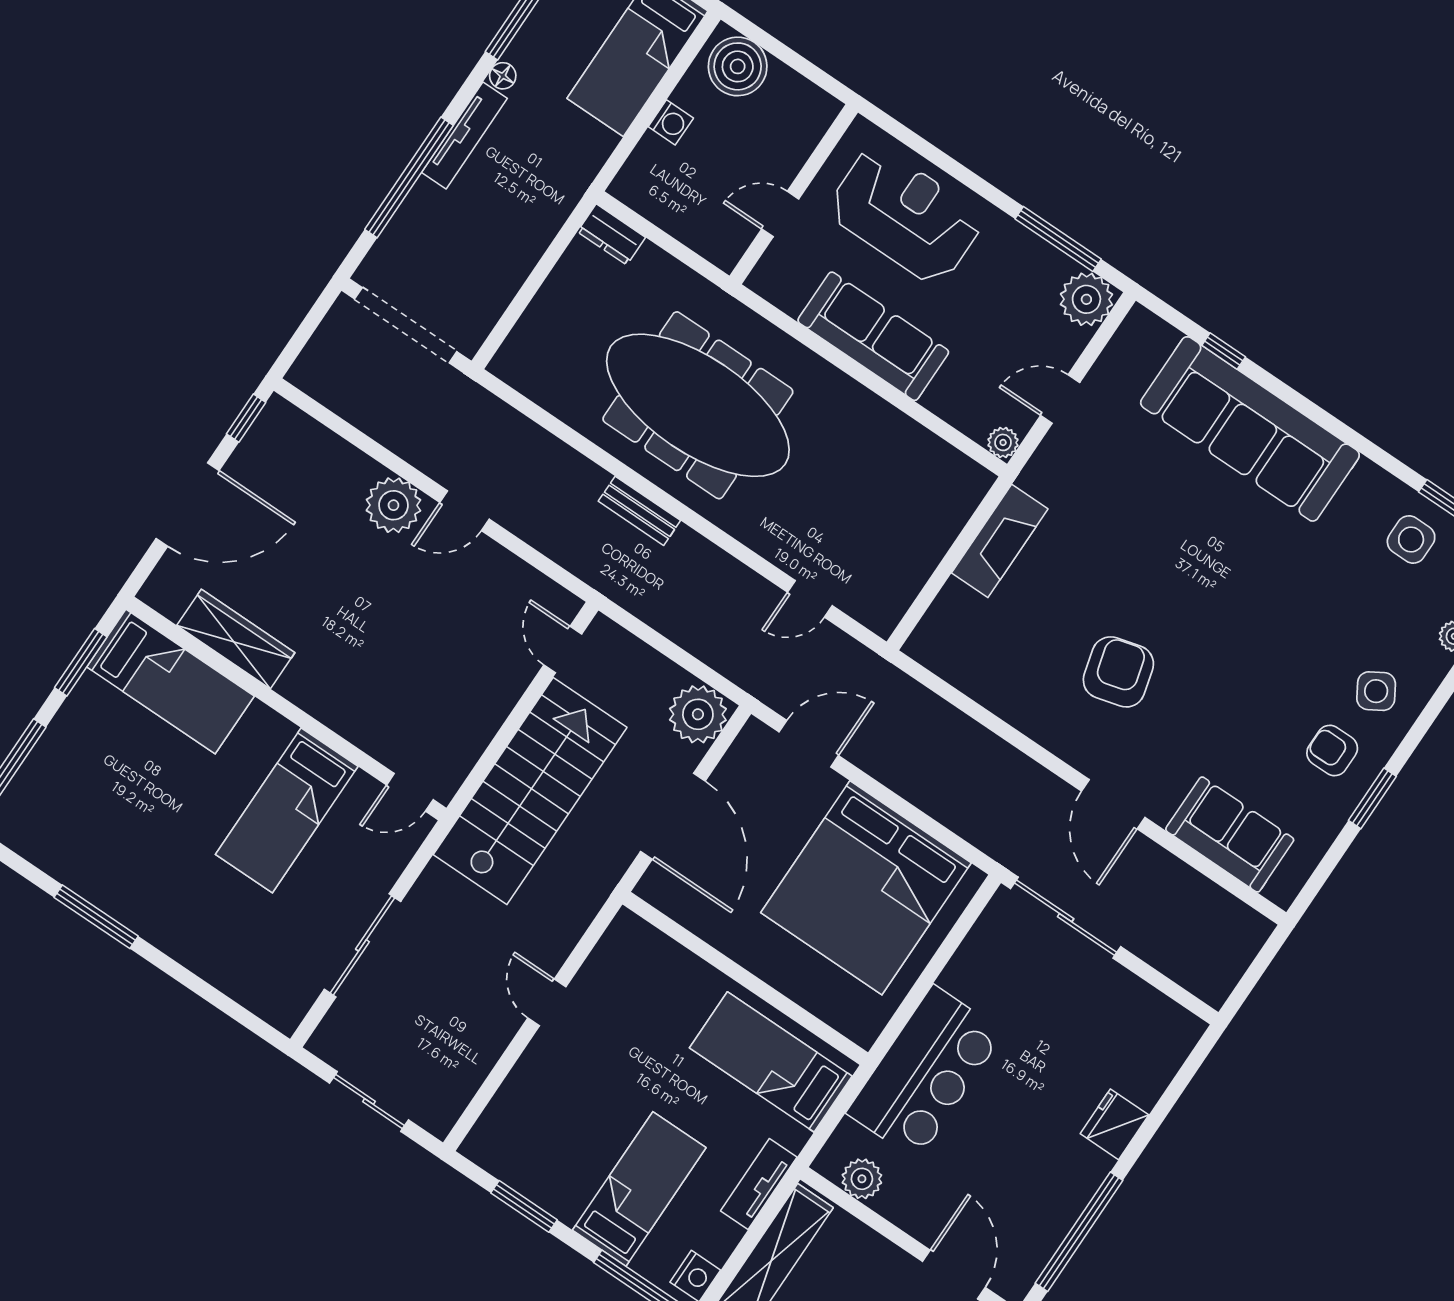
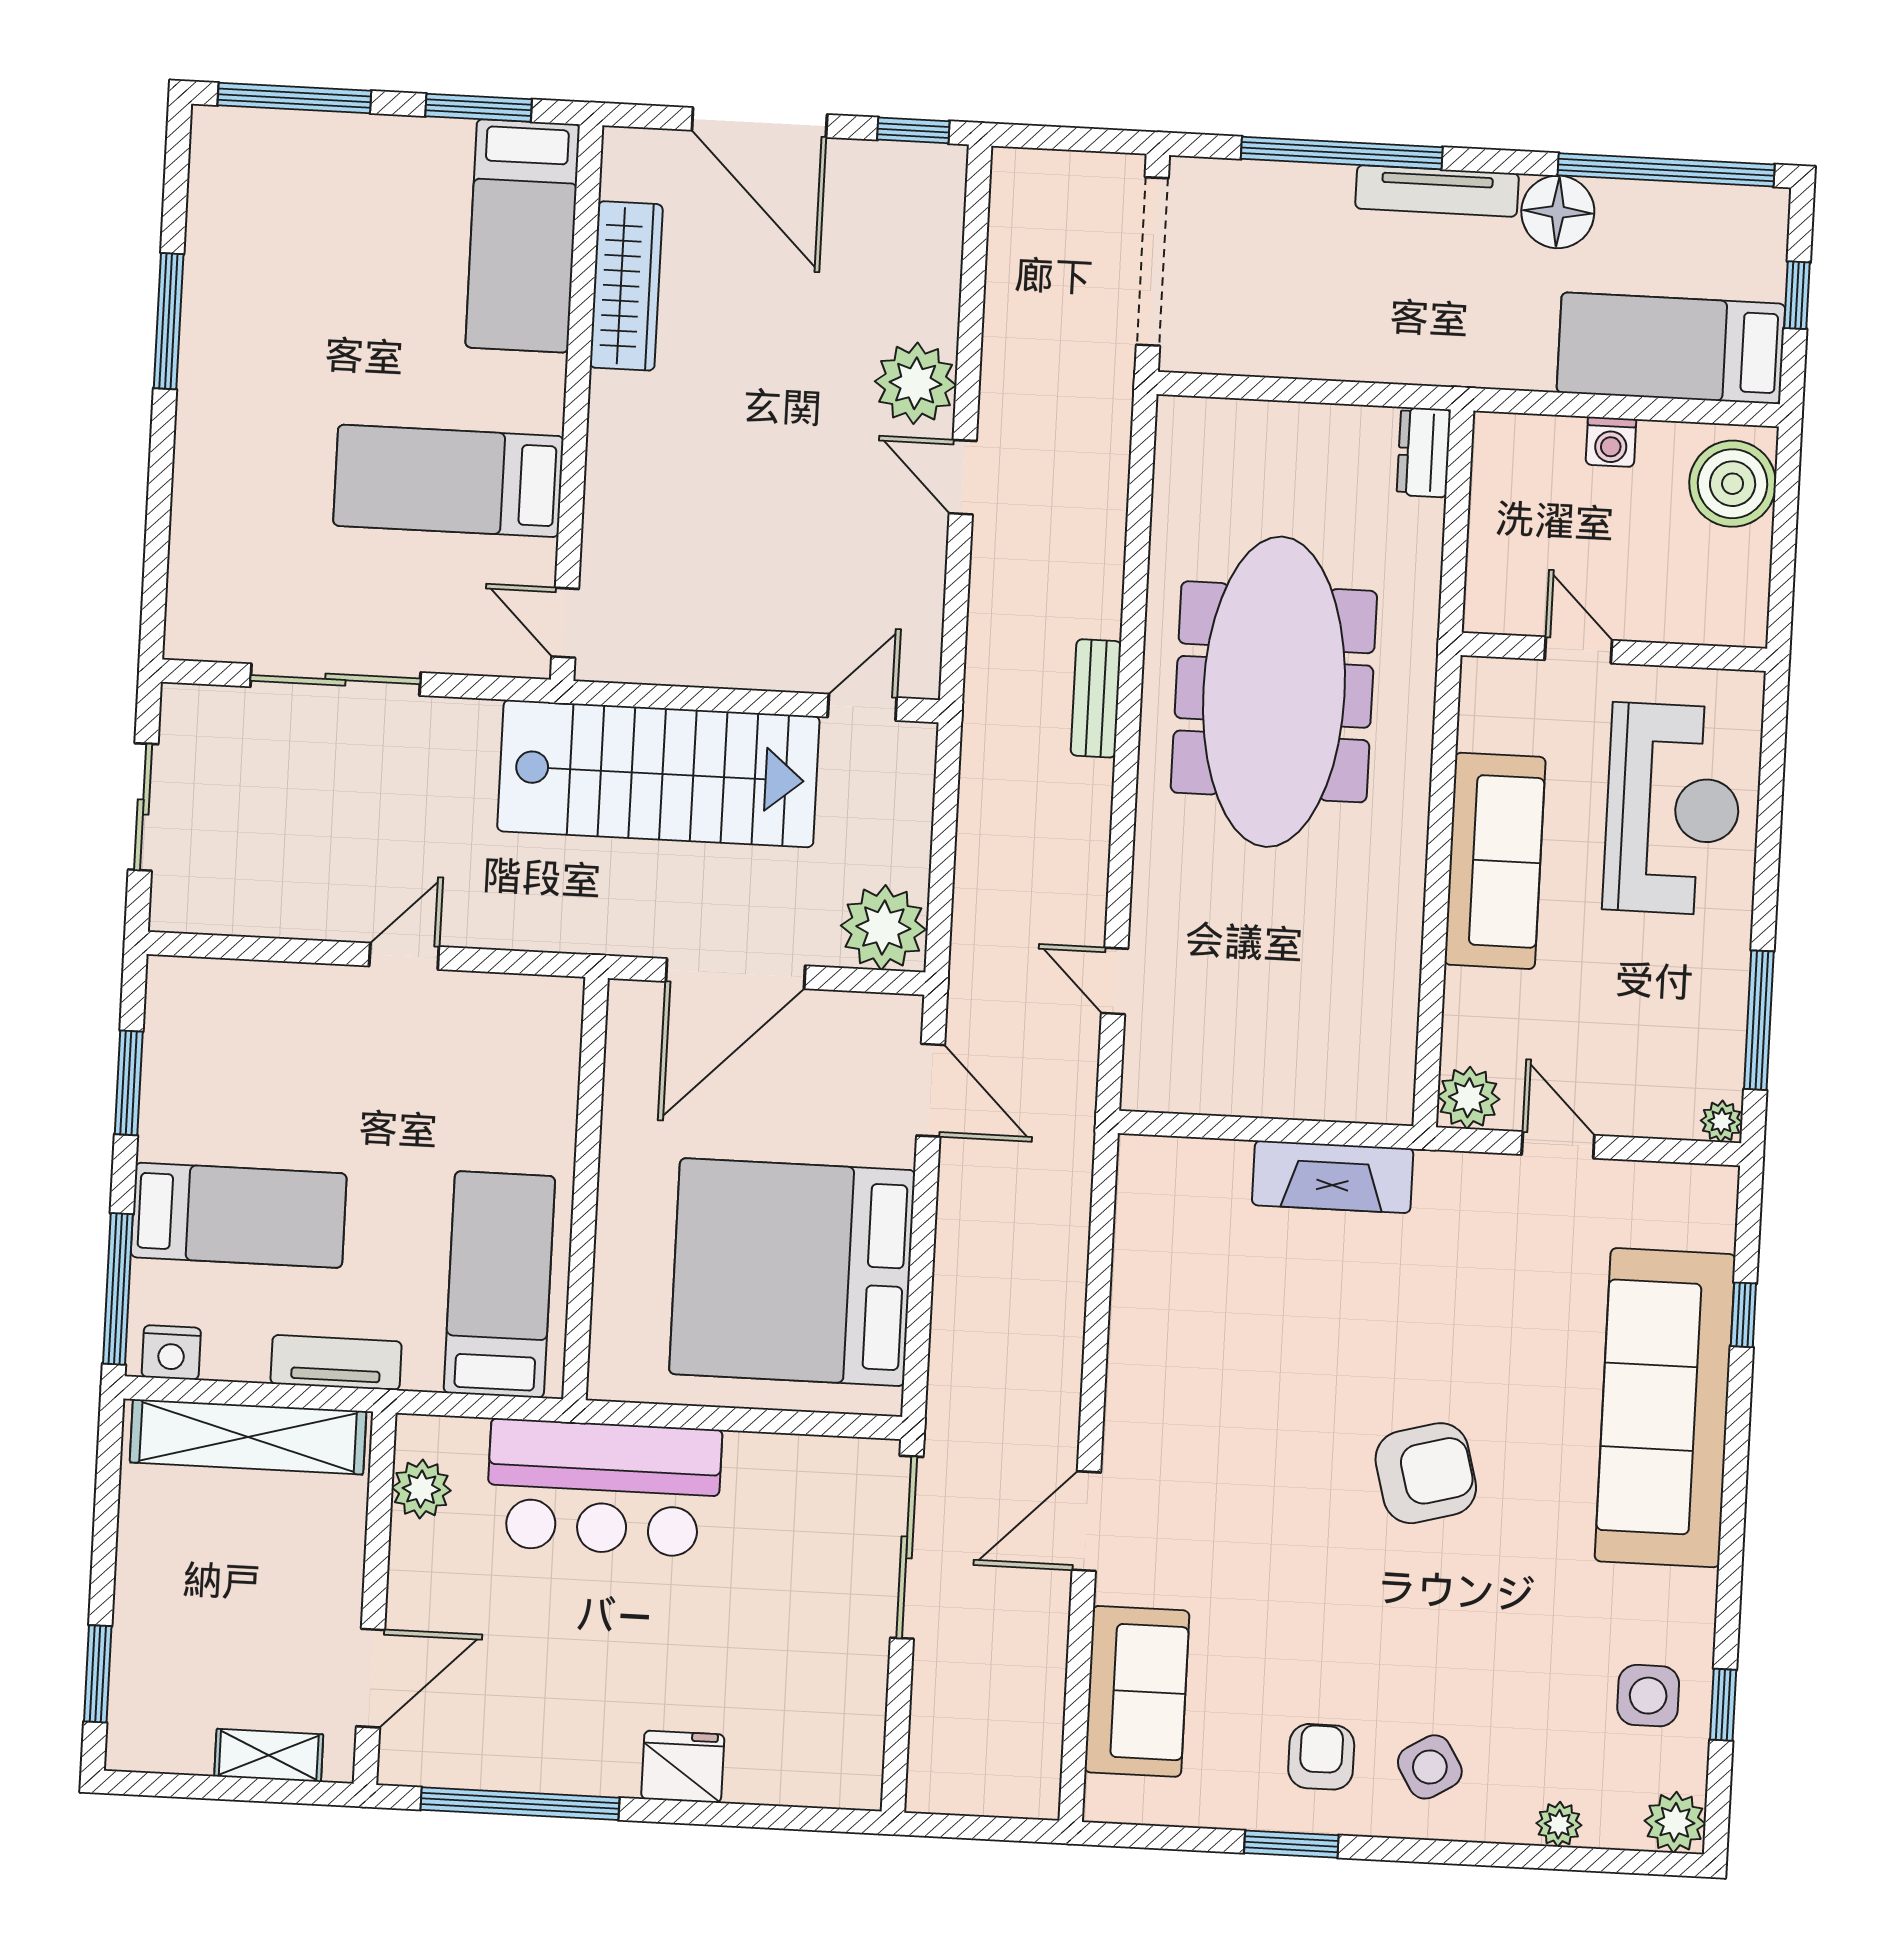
floor lamp: (503, 76) -> (1558, 212), width x1.89, depth x1.89
plant: (1086, 299) -> (1722, 1121), width x0.53, depth x0.53
plant: (1003, 442) -> (1469, 1098), width x1.38, depth x1.38
armchair: (1118, 672) -> (1426, 1473), moved

